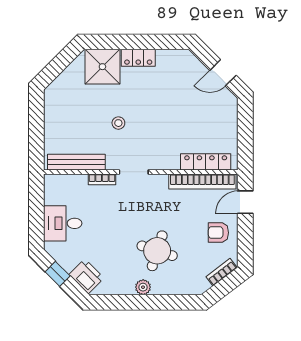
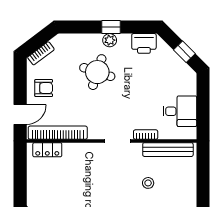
stool: (118, 123) -> (148, 183), moved
locker: (206, 162) -> (47, 150), width x0.66
desk: (63, 223) -> (180, 111), moved
printer: (86, 276) -> (144, 43), moved, turned -45
window: (141, 302) -> (111, 27), added

